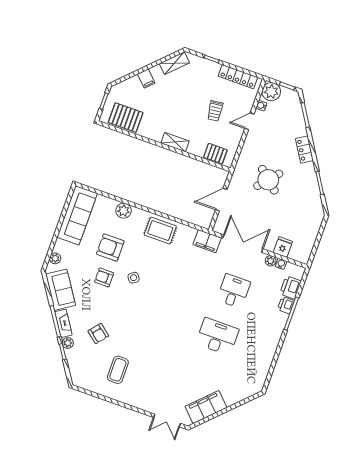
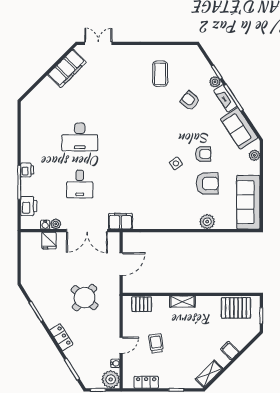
locker: (238, 77) -> (146, 382), width x0.66
rug: (160, 231) -> (167, 215), removed
printer: (286, 305) -> (27, 170), moved

